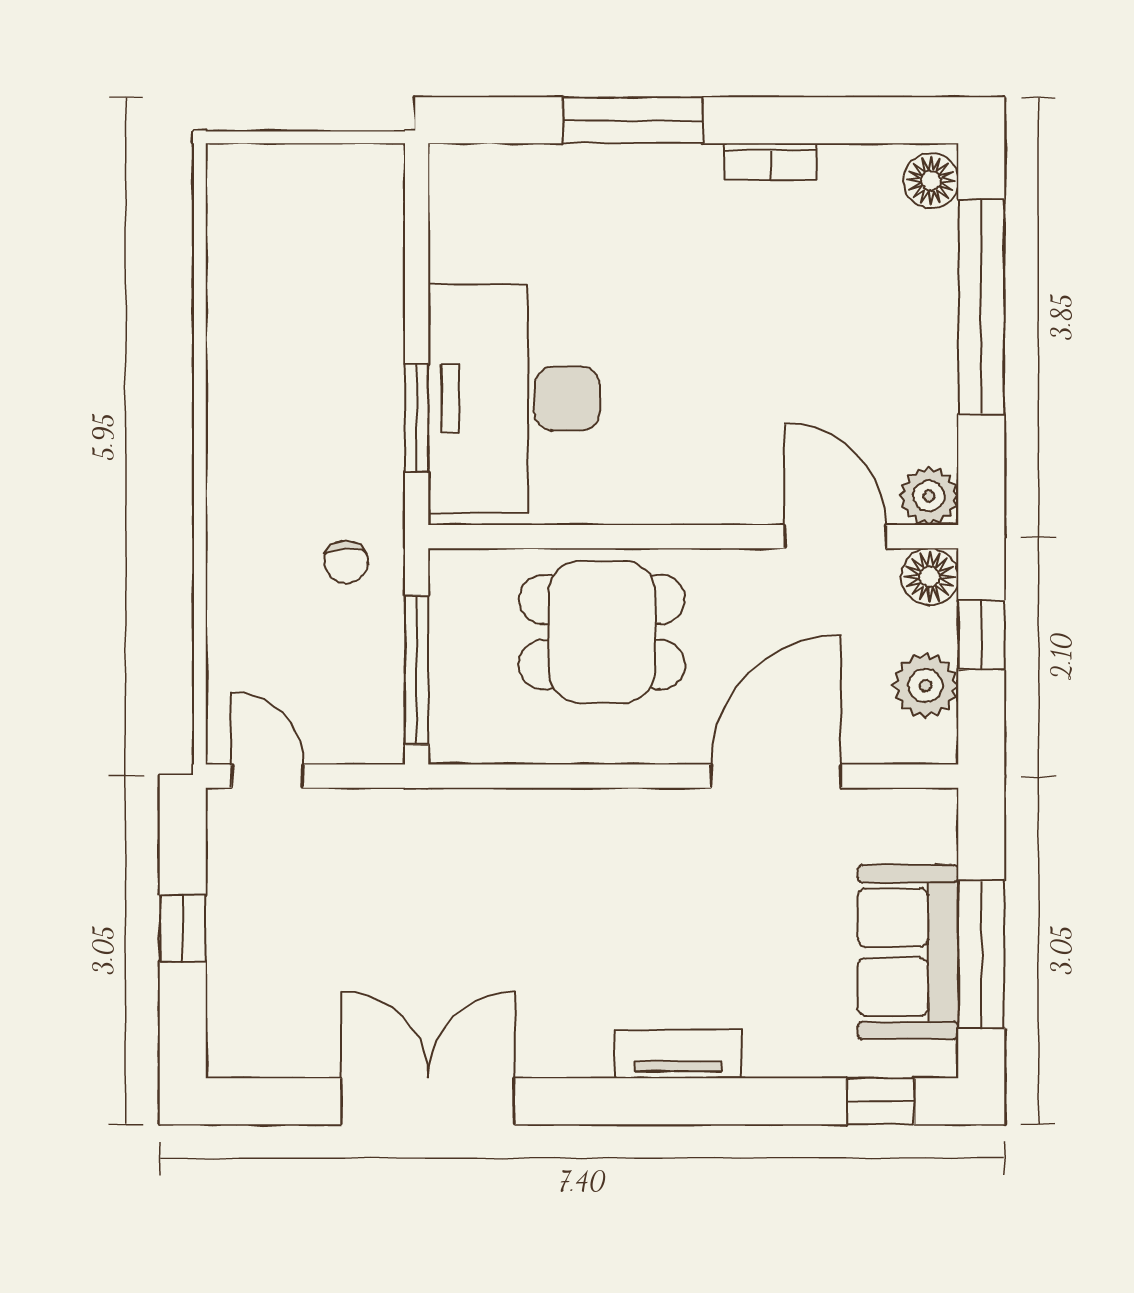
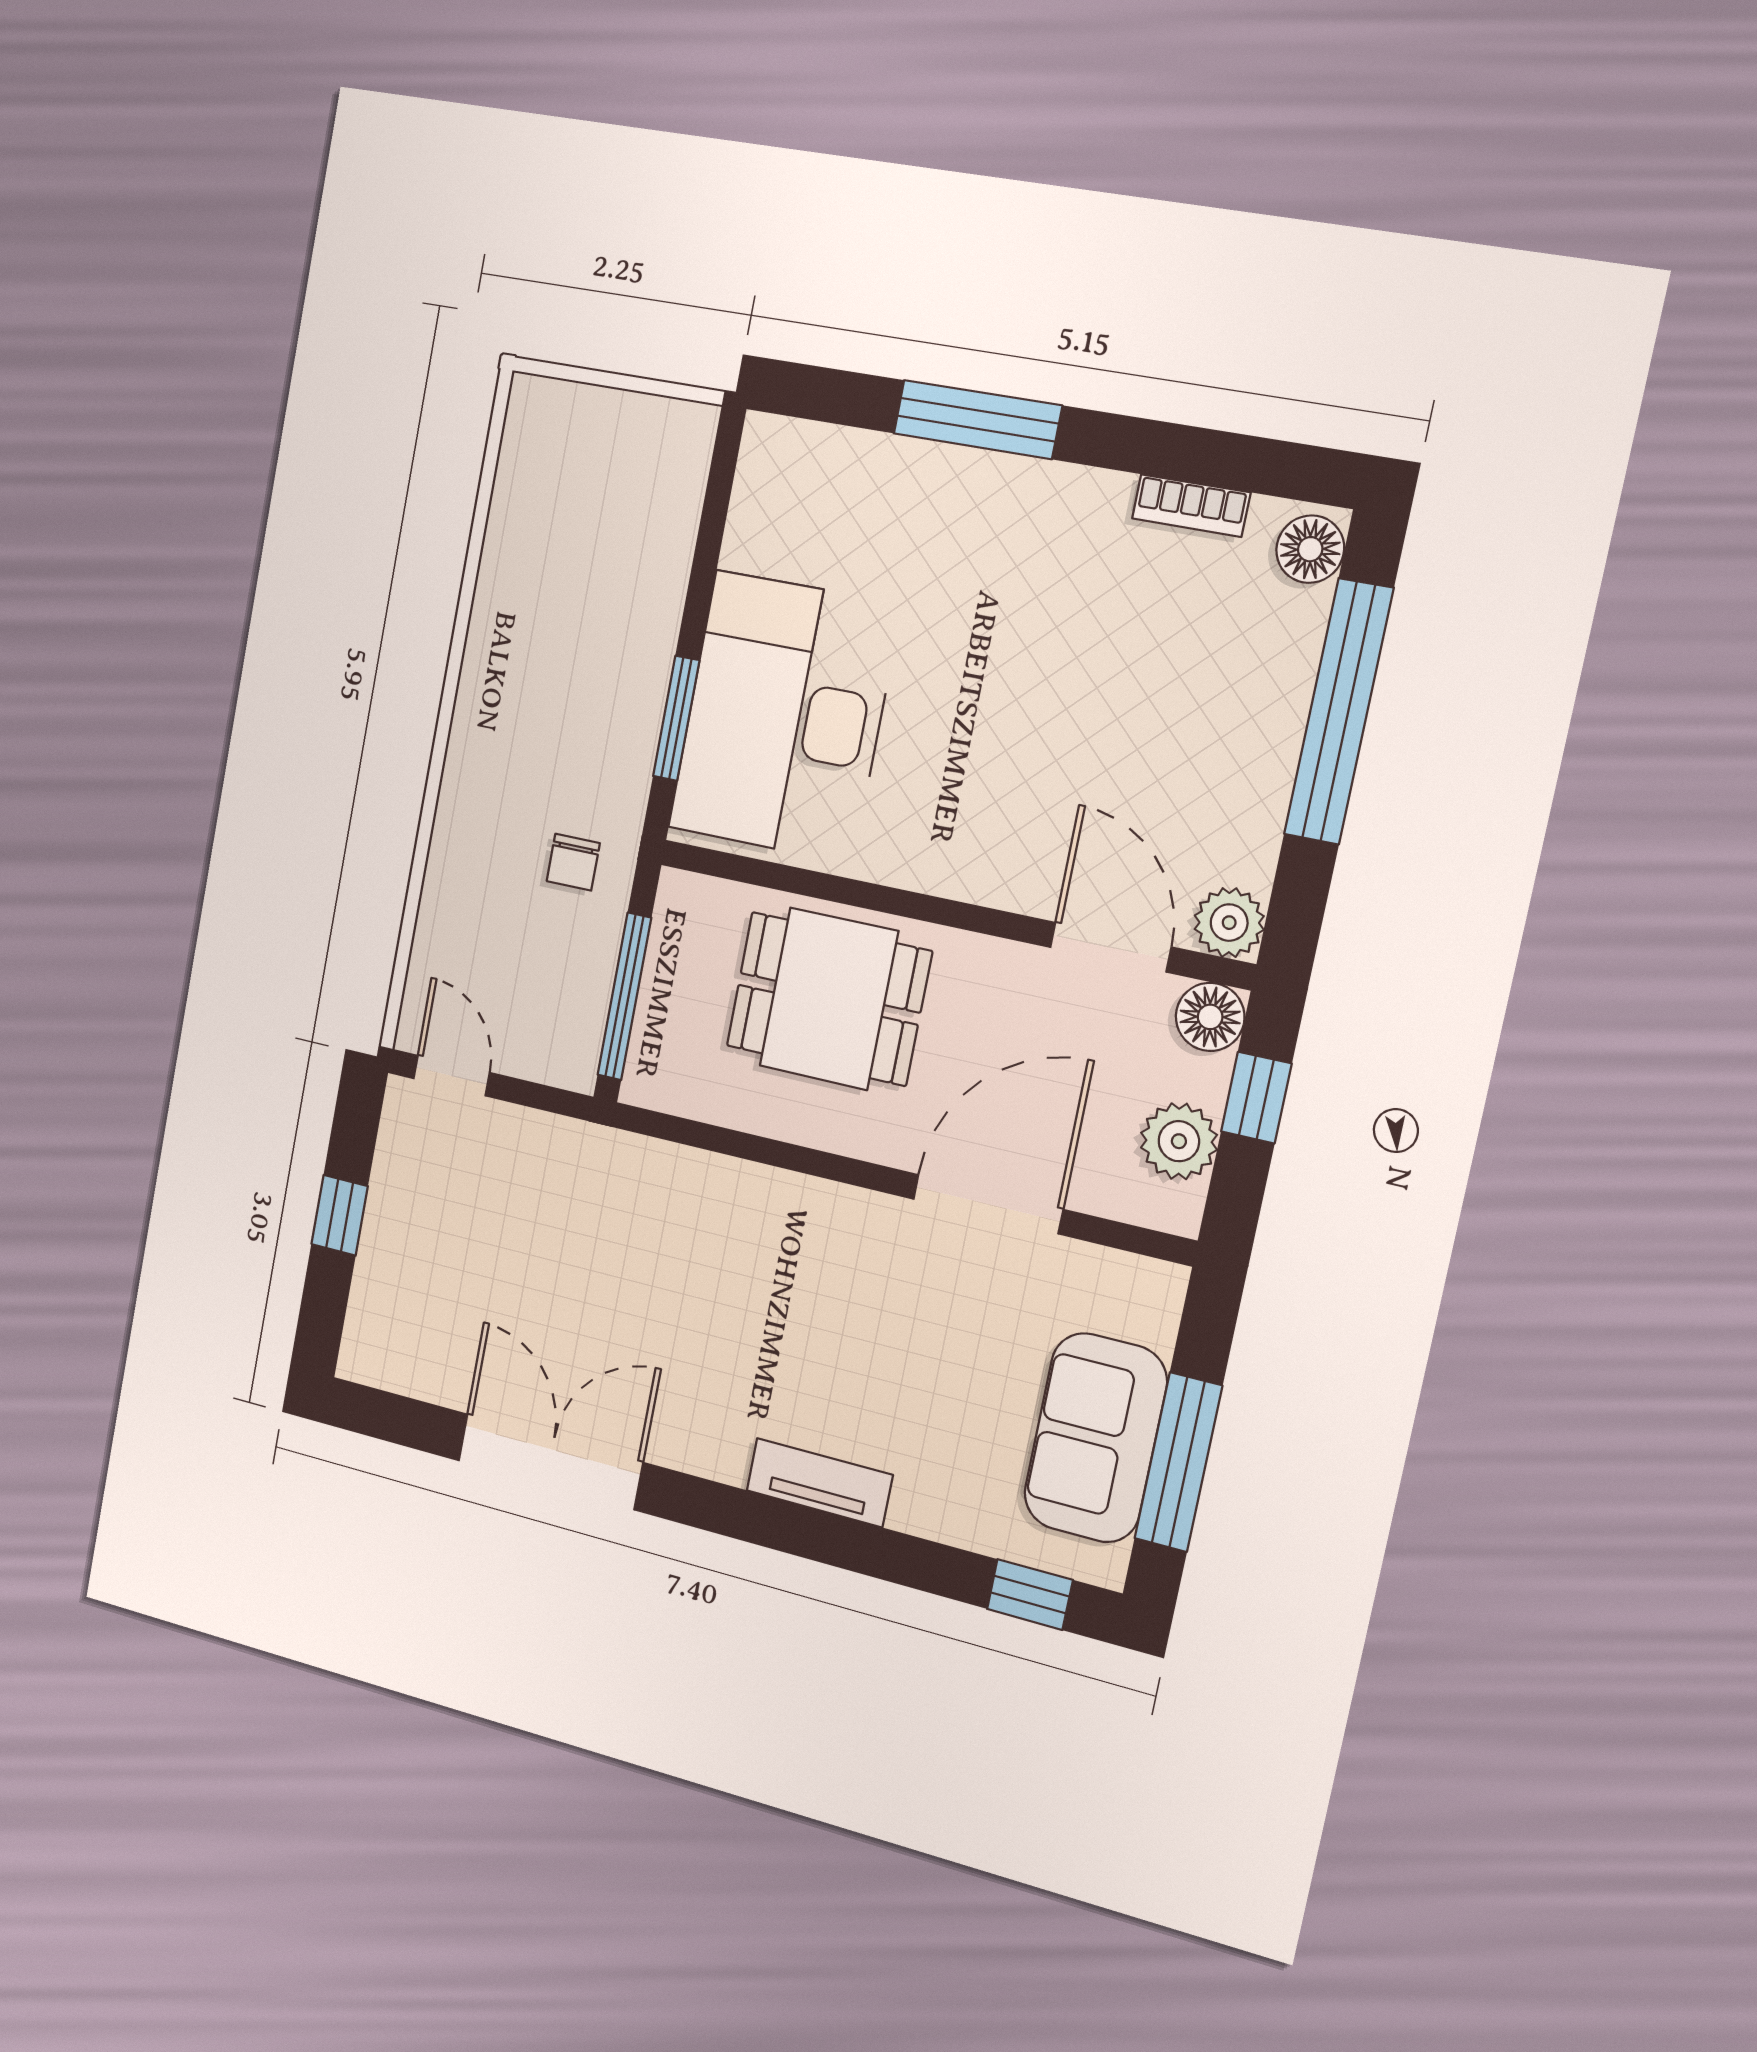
bookcase: (770, 162) -> (1191, 505), moved

